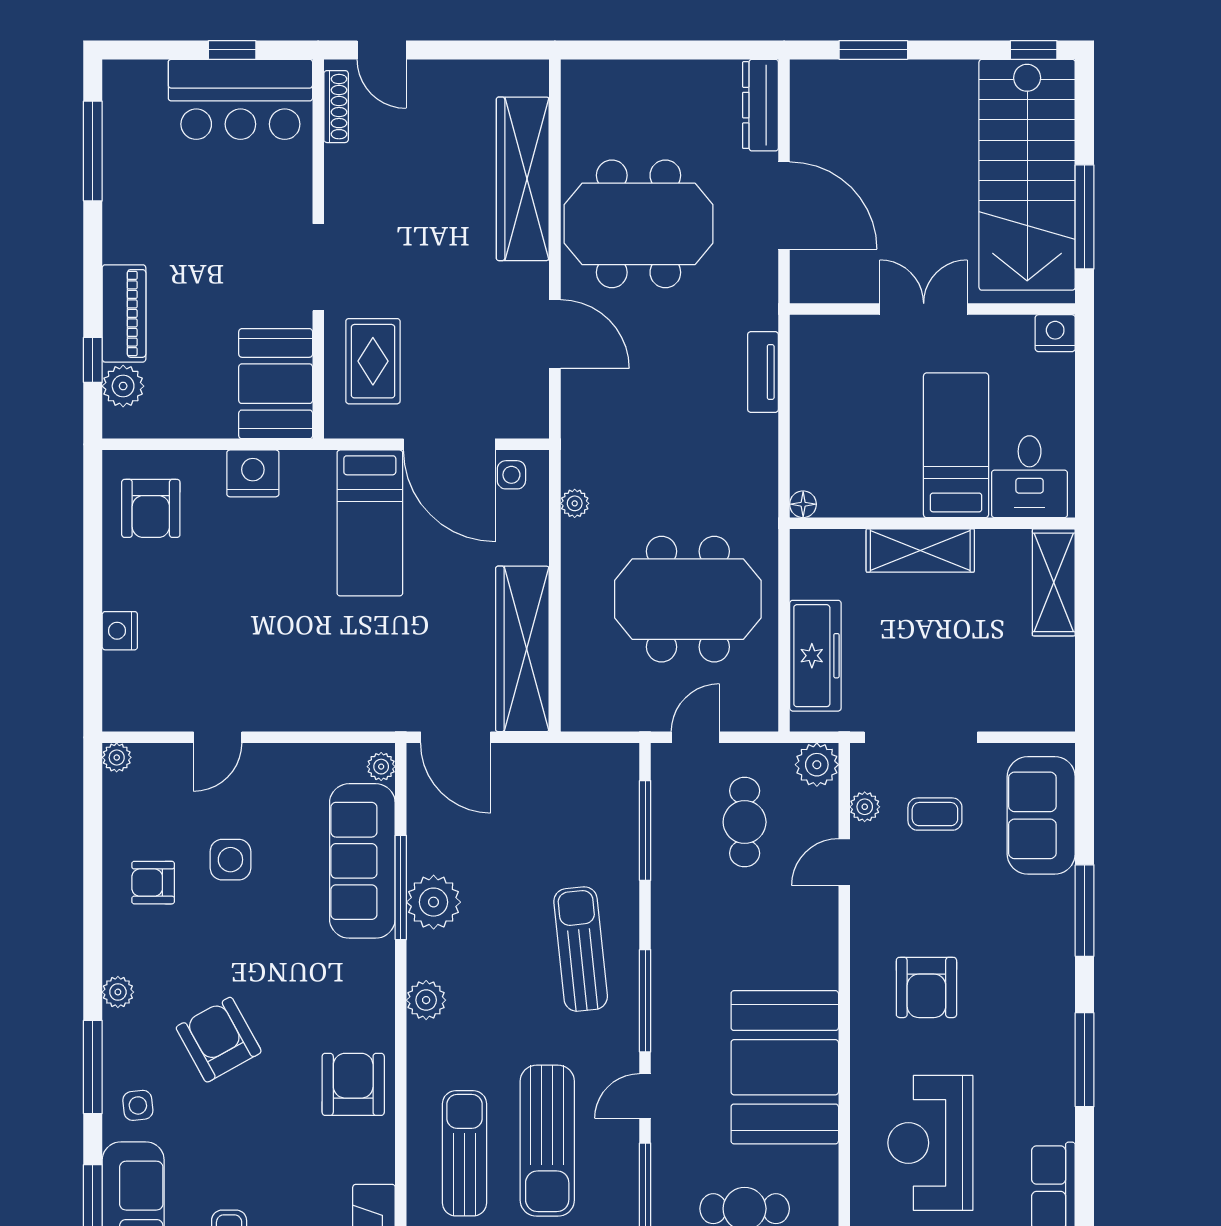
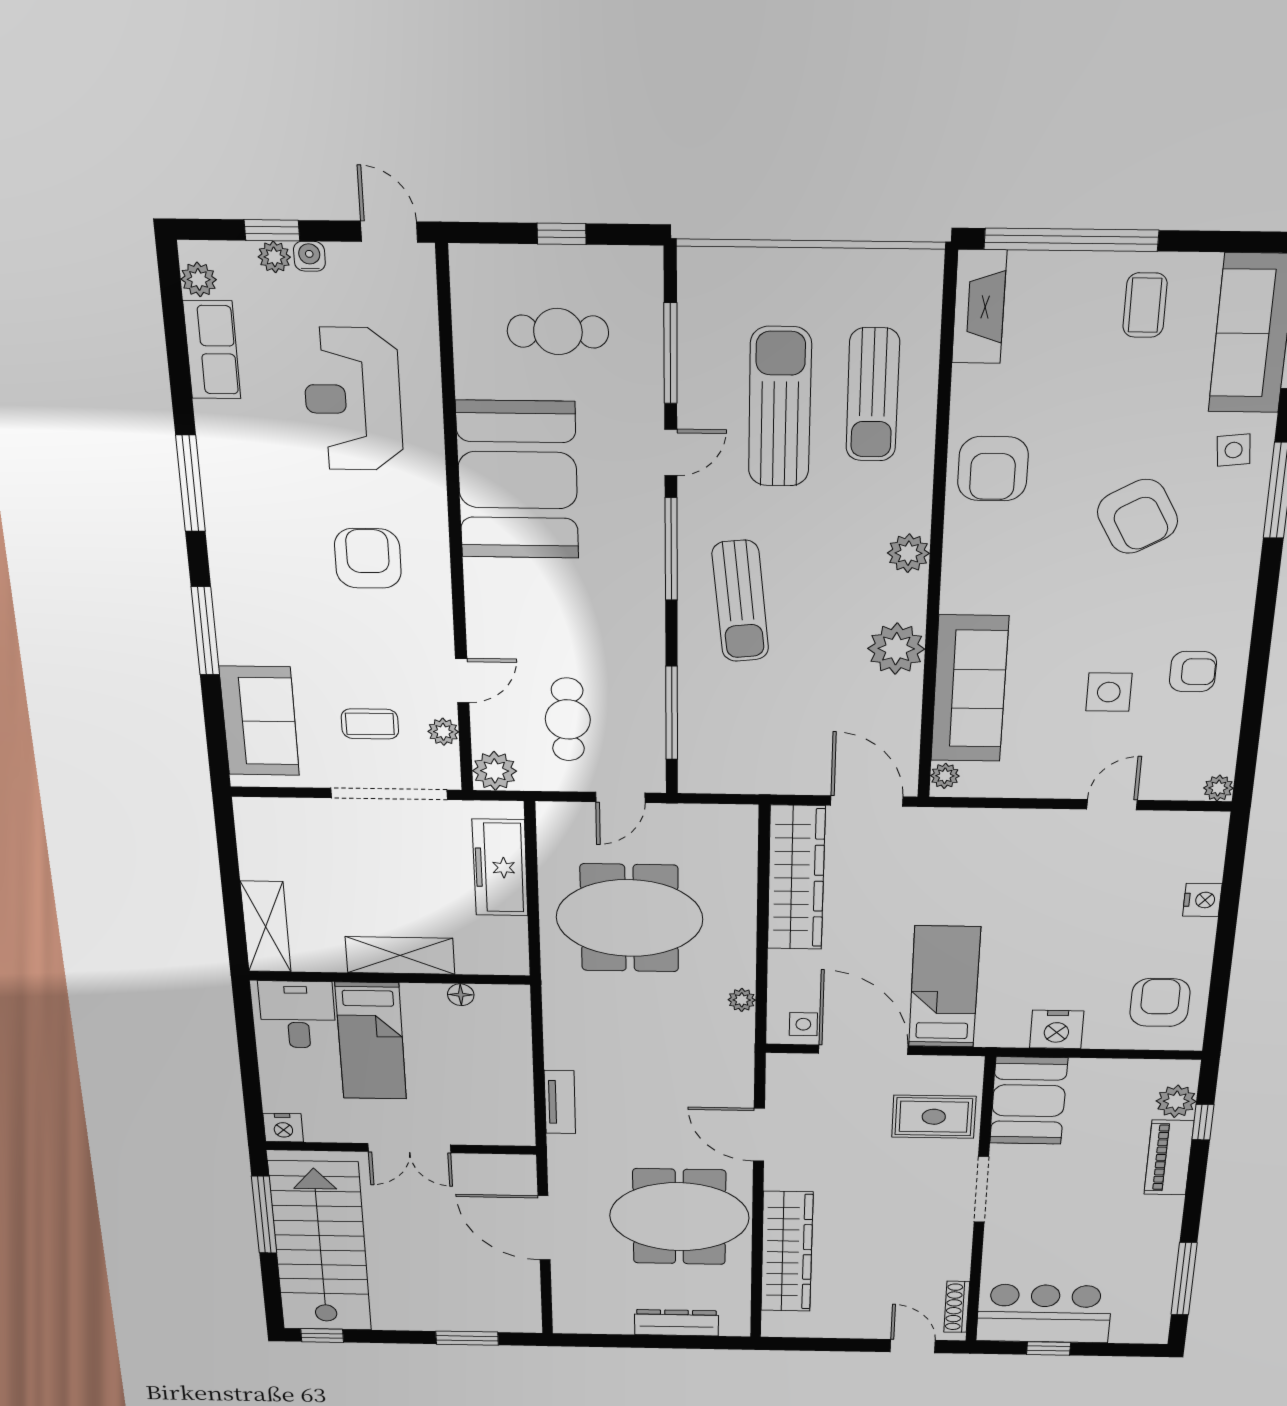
dresser: (760, 105) -> (677, 1323), moved, turned -90
rug: (373, 361) -> (934, 1117), turned 90
floor lamp: (803, 504) -> (461, 995), moved
window: (401, 888) -> (930, 663), removed
plant: (118, 992) -> (1243, 566), removed
reception desk: (930, 1143) -> (353, 399), turned 180

